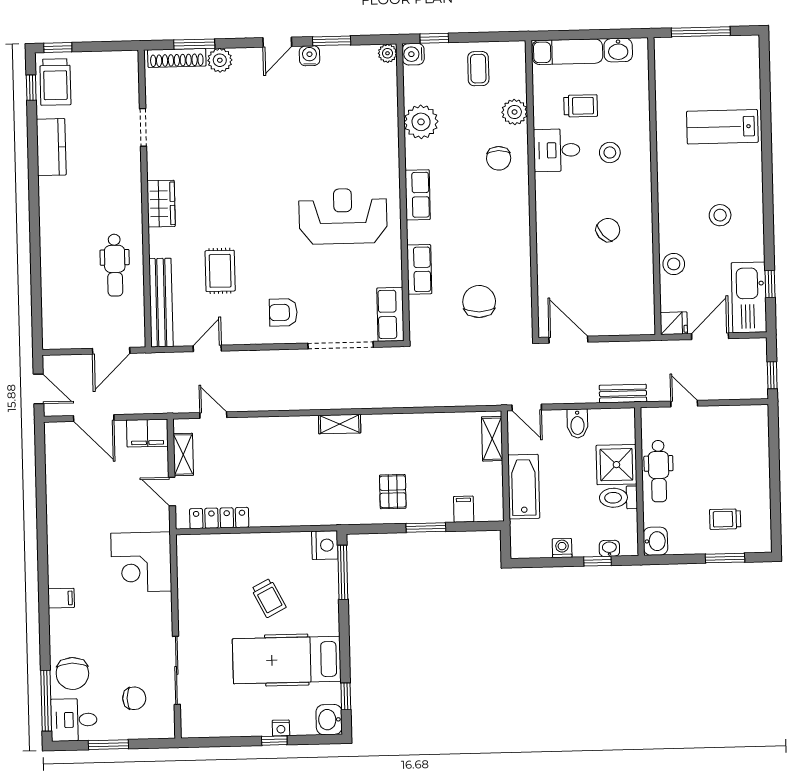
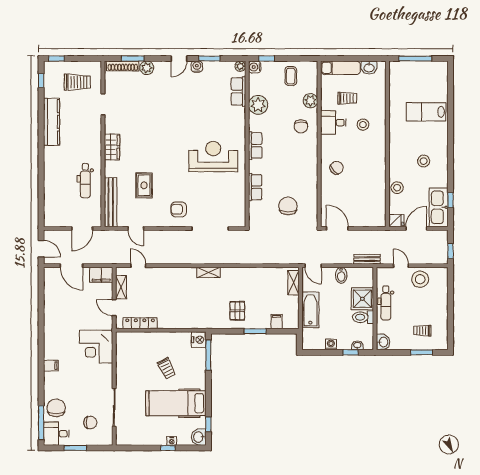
trolley: (55, 82) -> (77, 82), moved, turned -90
kitchen counter: (51, 147) -> (52, 122), width x1.50
chair: (608, 230) -> (337, 168), moved
row of seats: (390, 314) -> (238, 91), moved
door: (207, 348) -> (136, 228), swing flipped
stool: (719, 427) -> (420, 279), added
chair: (72, 673) -> (56, 408), turned 180

